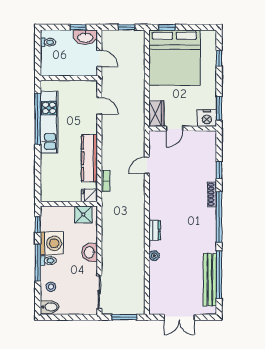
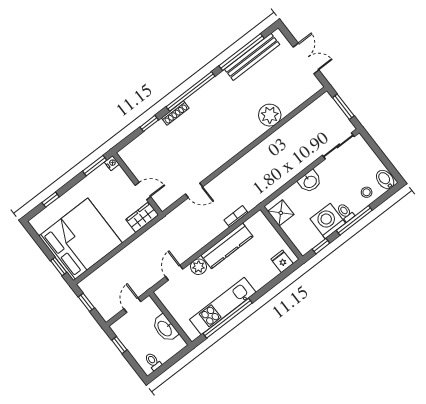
washbasin: (85, 37) -> (165, 328), moved, turned 180
nightstand: (207, 118) -> (112, 163), width x0.53, depth x0.56
plant: (90, 127) -> (199, 267), added
fridge: (89, 195) -> (282, 261), moved, turned 180
dresser: (155, 230) -> (246, 139), removed
plant: (154, 256) -> (270, 115), width x1.88, depth x1.88

